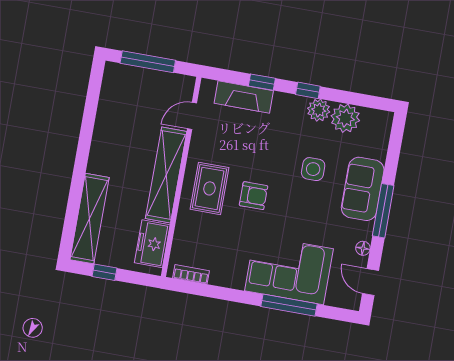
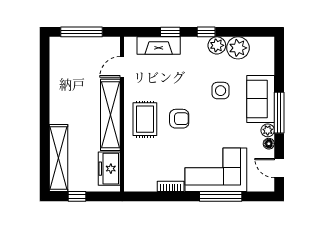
plant: (365, 231) -> (268, 130), added
bookcase: (191, 274) -> (171, 186), moved

